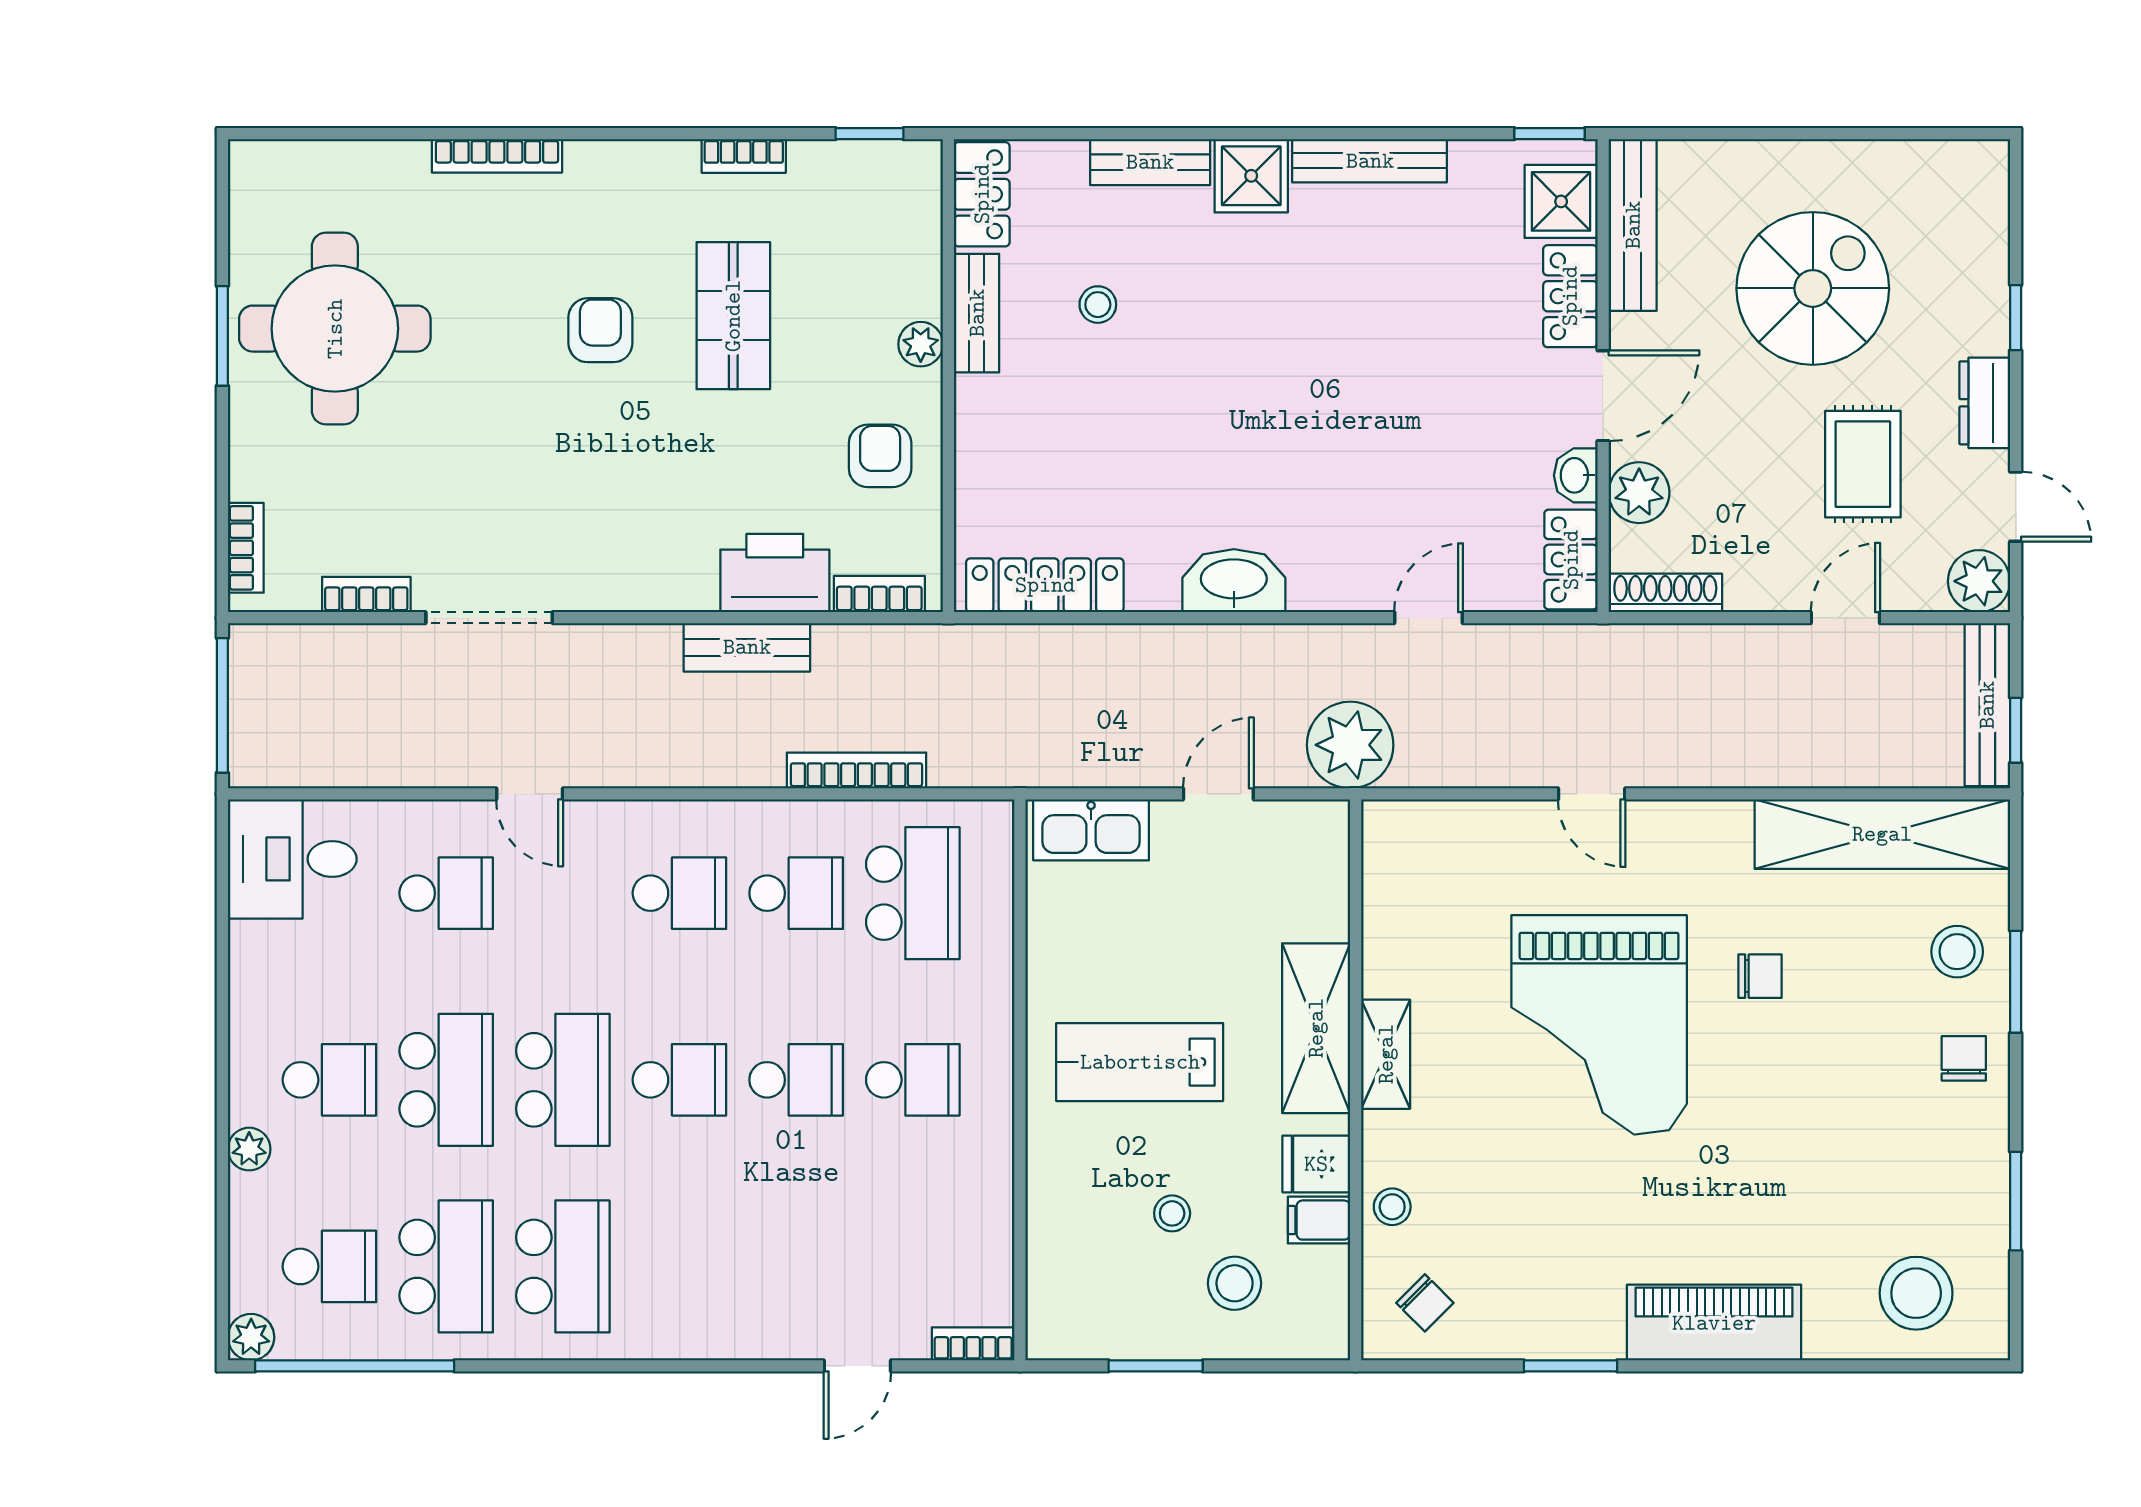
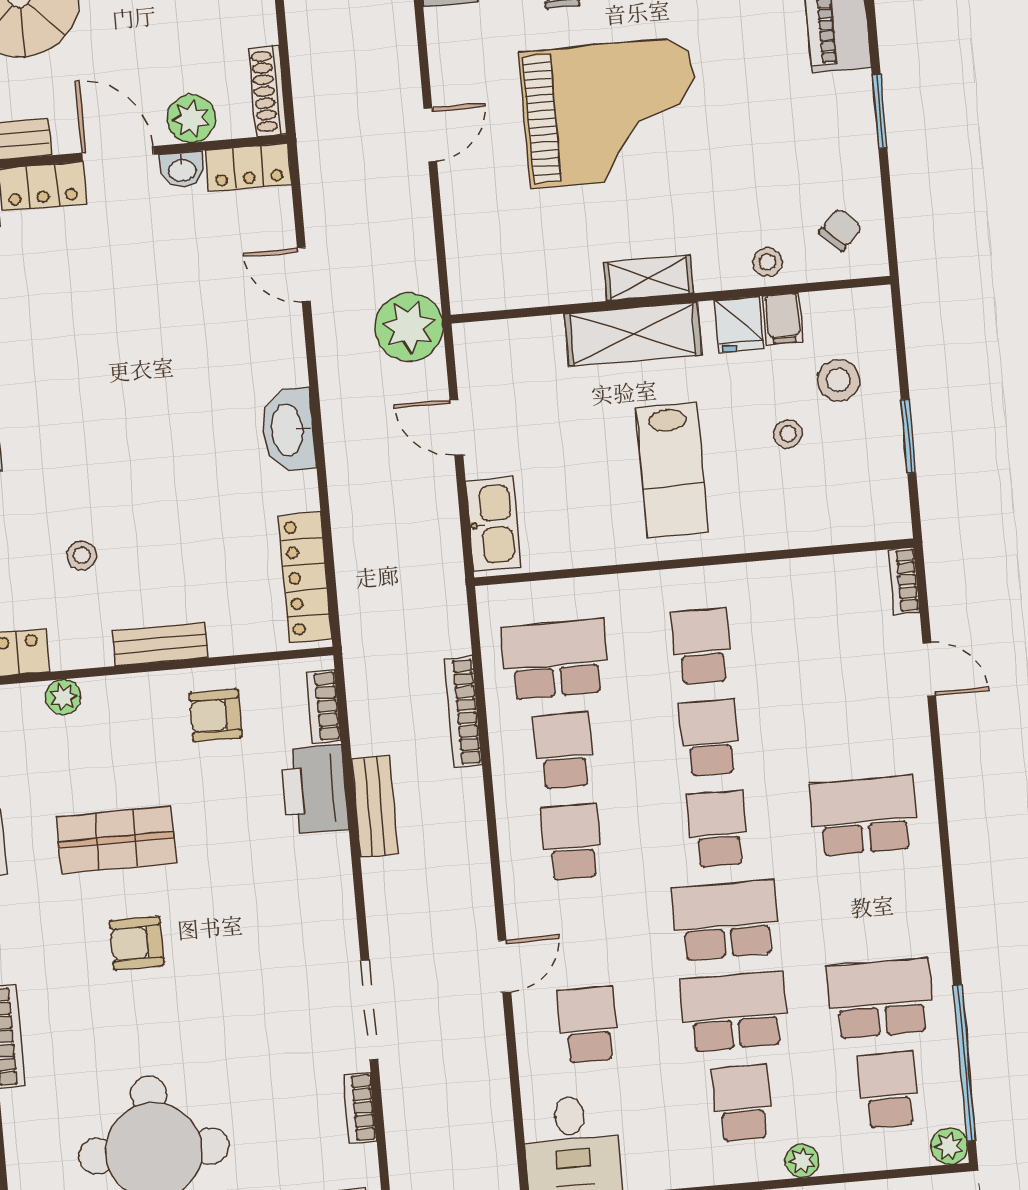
bench: (977, 313) -> (160, 644), moved
plant: (921, 344) -> (63, 697), moved
school desk: (563, 1266) -> (864, 816), moved

